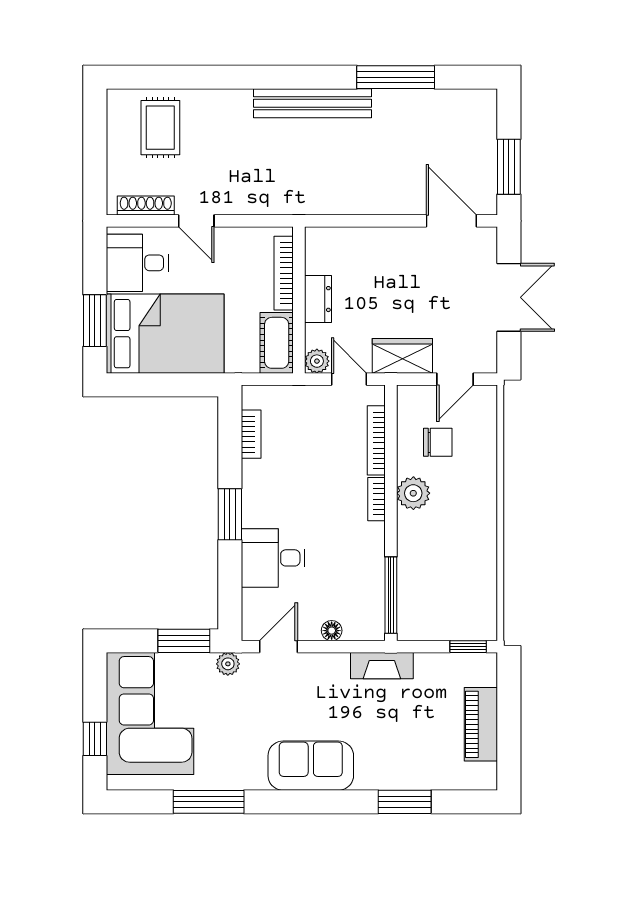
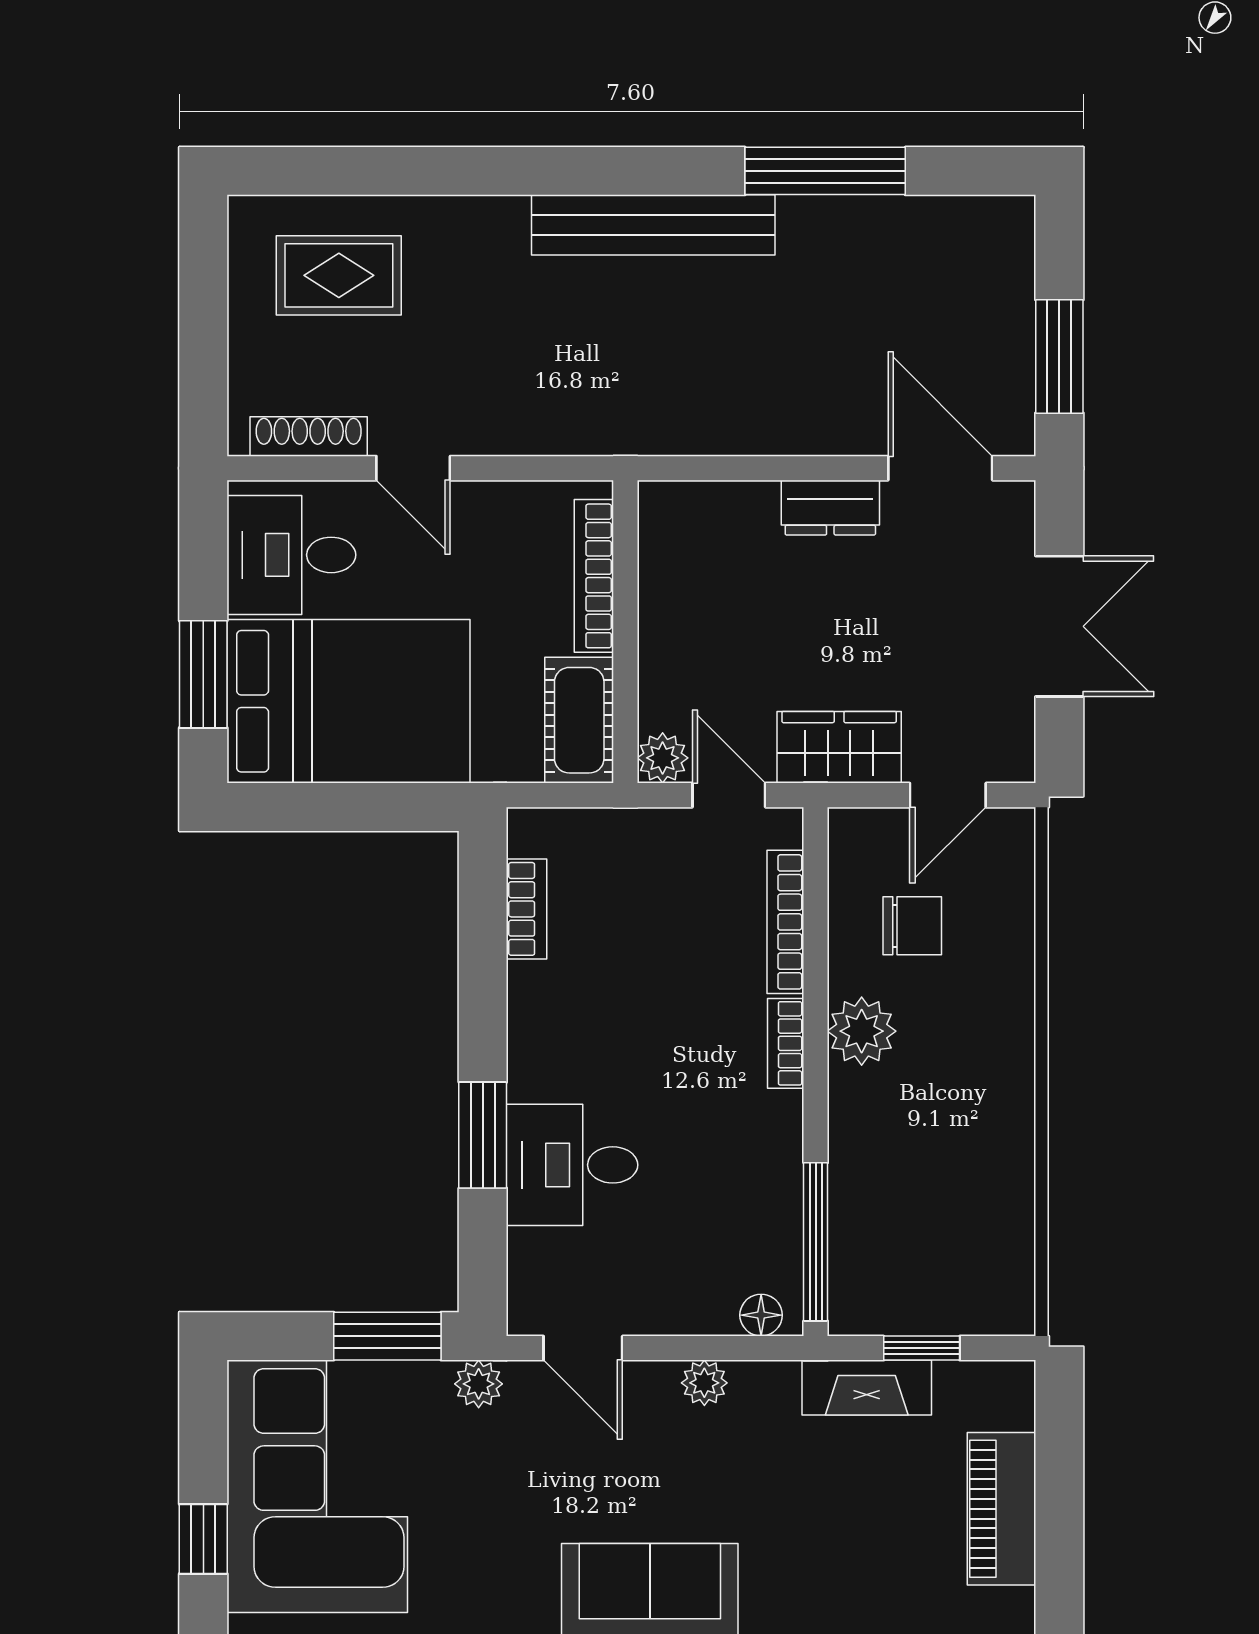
rug: (160, 128) -> (339, 275), turned 90
dresser: (318, 299) -> (830, 508), moved, turned 90
window: (230, 514) -> (483, 1135), moved
floor lamp: (332, 631) -> (761, 1315), moved
door: (278, 647) -> (583, 1348), swing flipped
window: (468, 647) -> (922, 1348), moved
plant: (337, 663) -> (704, 1383), added
fireplace: (382, 666) -> (867, 1388), moved

